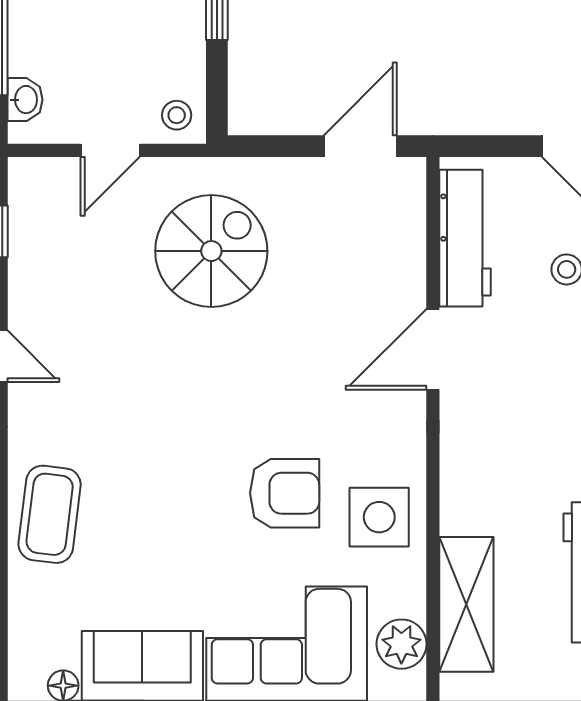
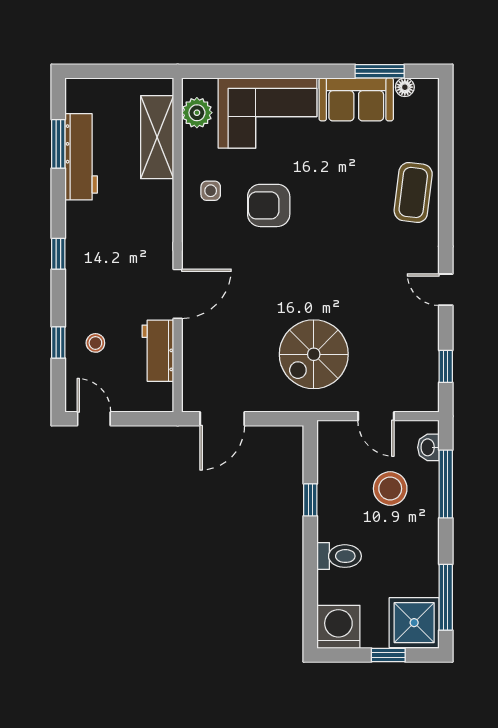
stool: (177, 115) -> (390, 489), moved, width x1.89, depth x1.89
door: (110, 150) -> (376, 416), swing flipped
workbench: (465, 238) -> (158, 351), width x0.73
side table: (379, 517) -> (211, 191), width x0.54, depth x0.54

